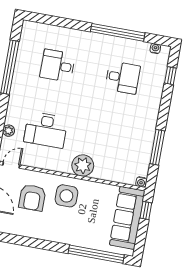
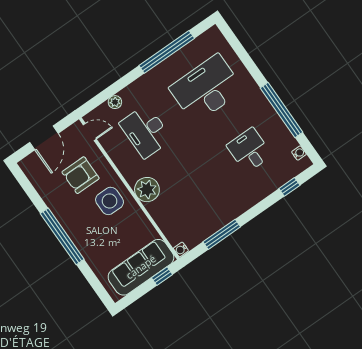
desk: (58, 66) -> (206, 89), width x1.87, depth x1.30
desk: (123, 77) -> (249, 150), turned 180
window: (96, 254) -> (62, 236), moved

